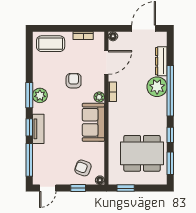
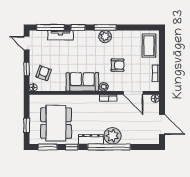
dresser: (161, 61) -> (91, 139), moved
tv unit: (38, 129) -> (60, 35), moved
window: (126, 188) -> (27, 125), moved

